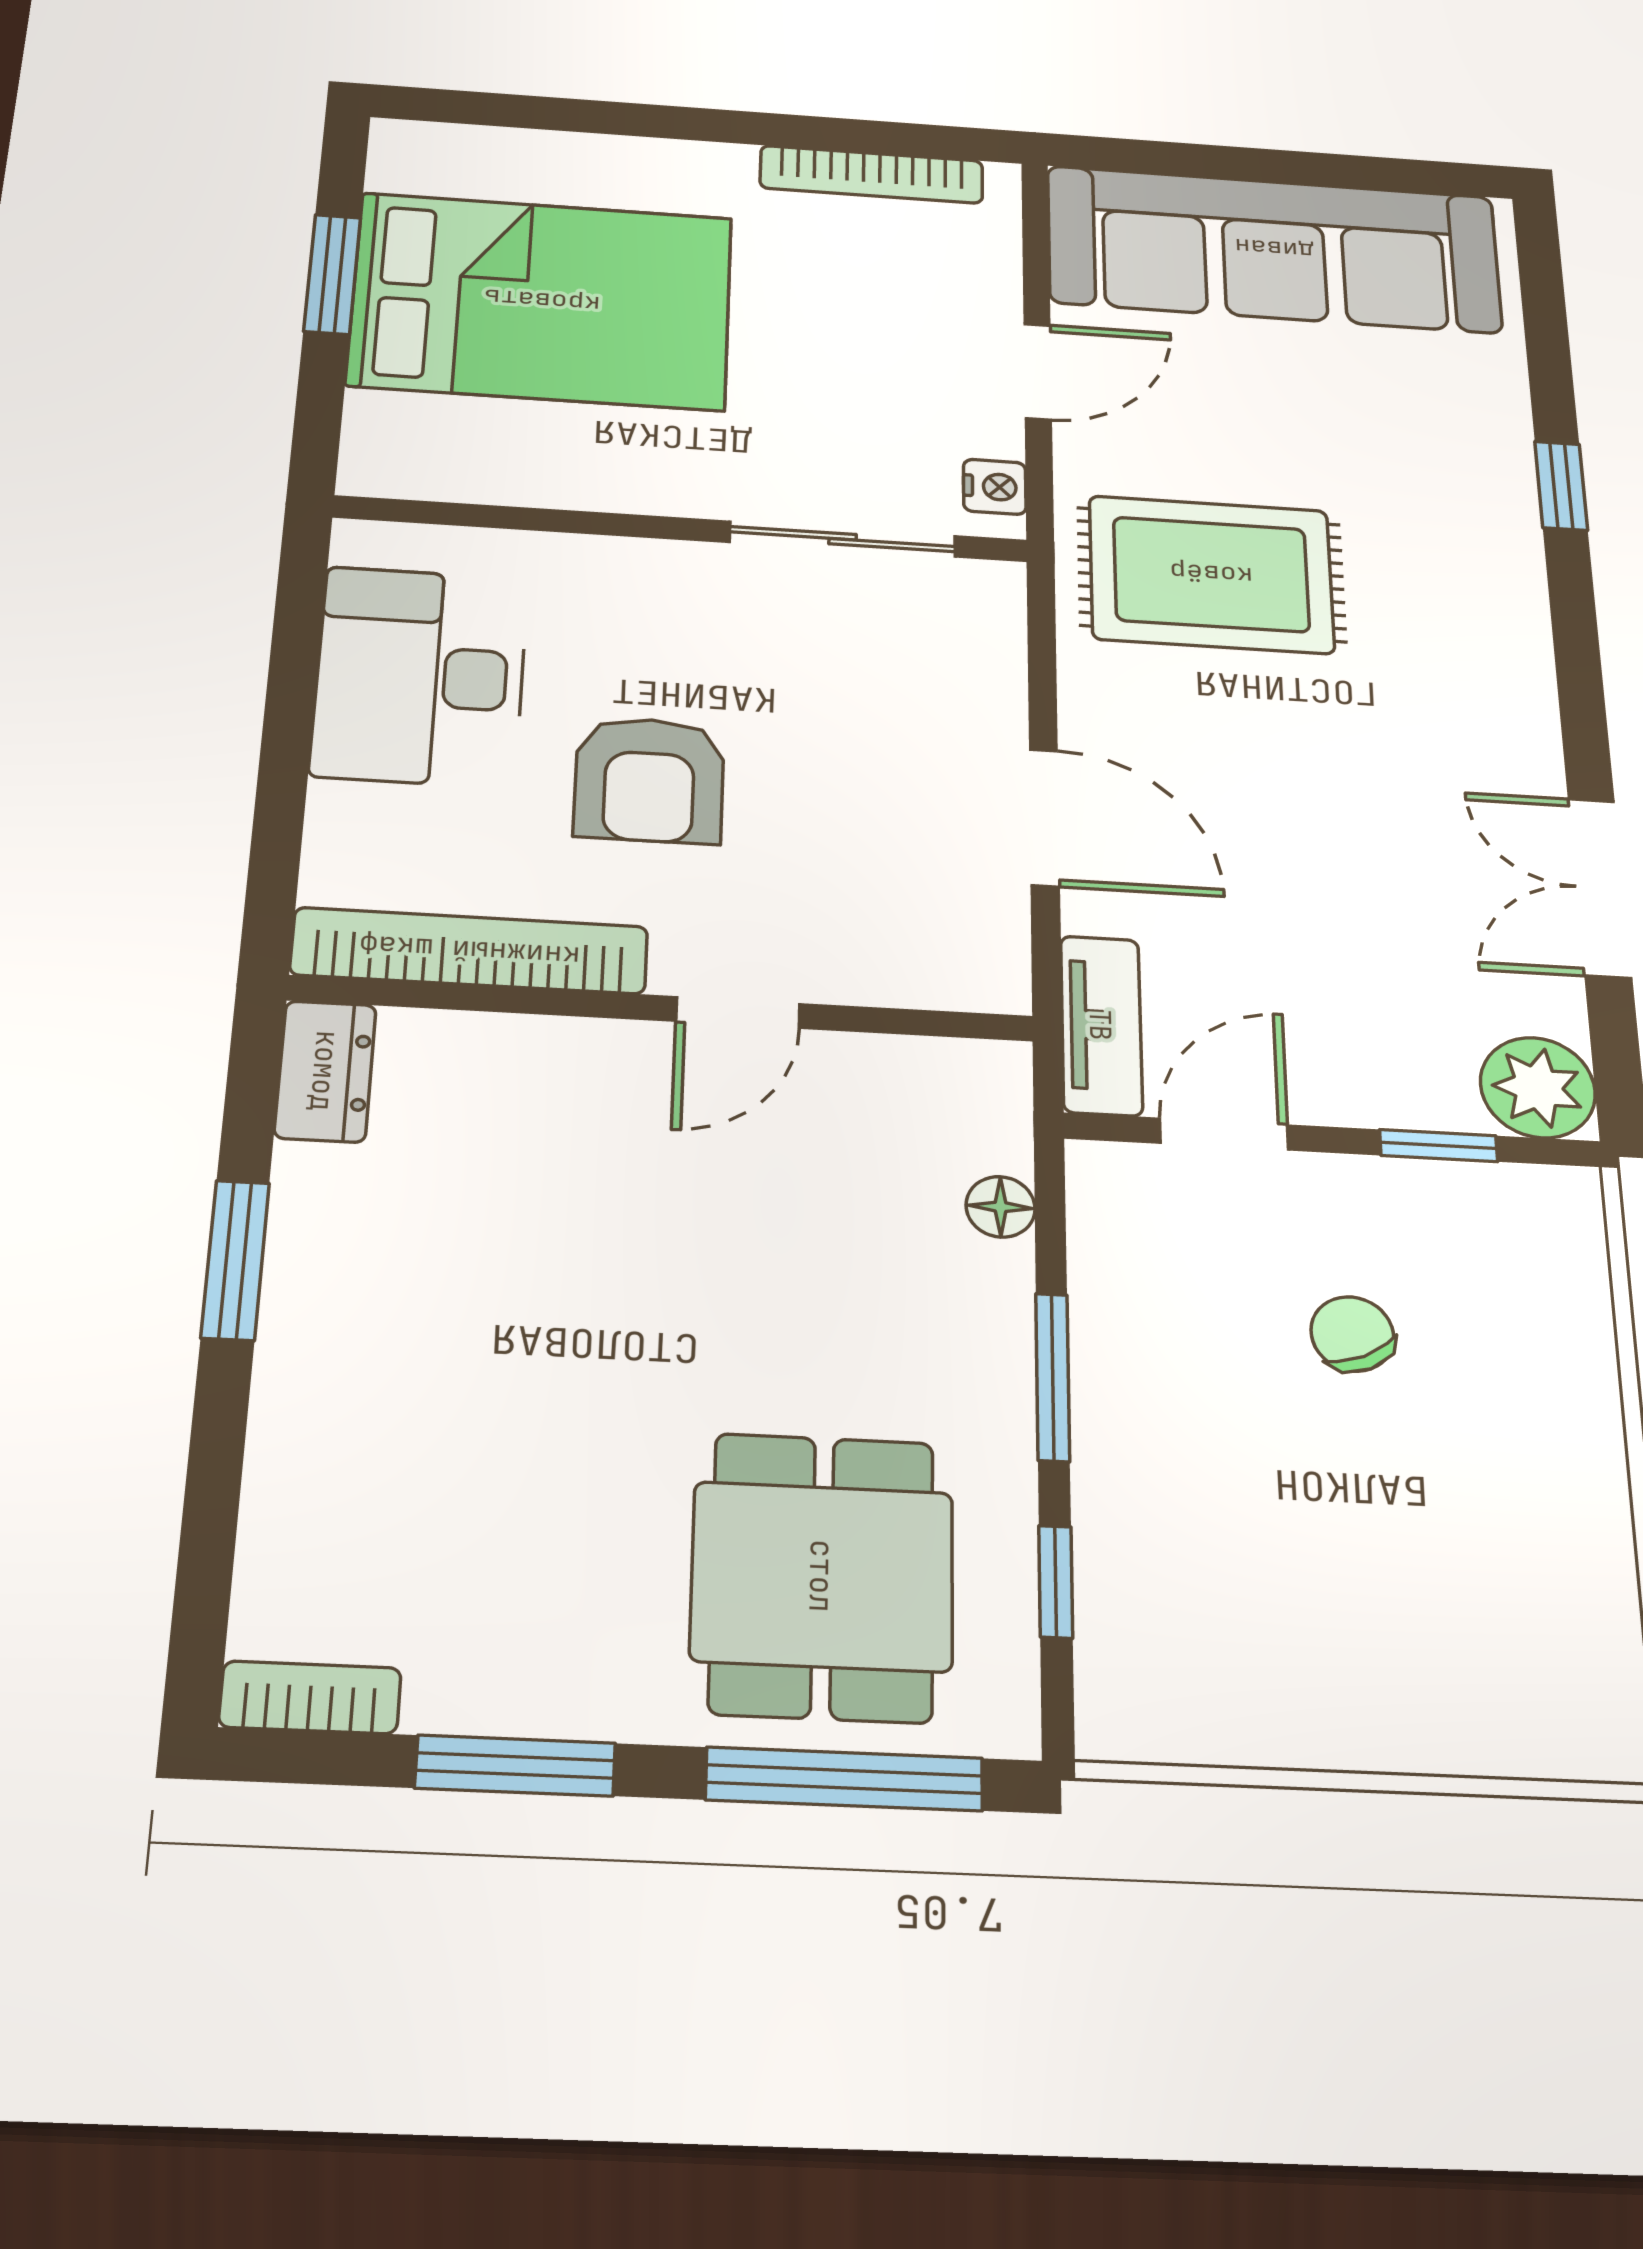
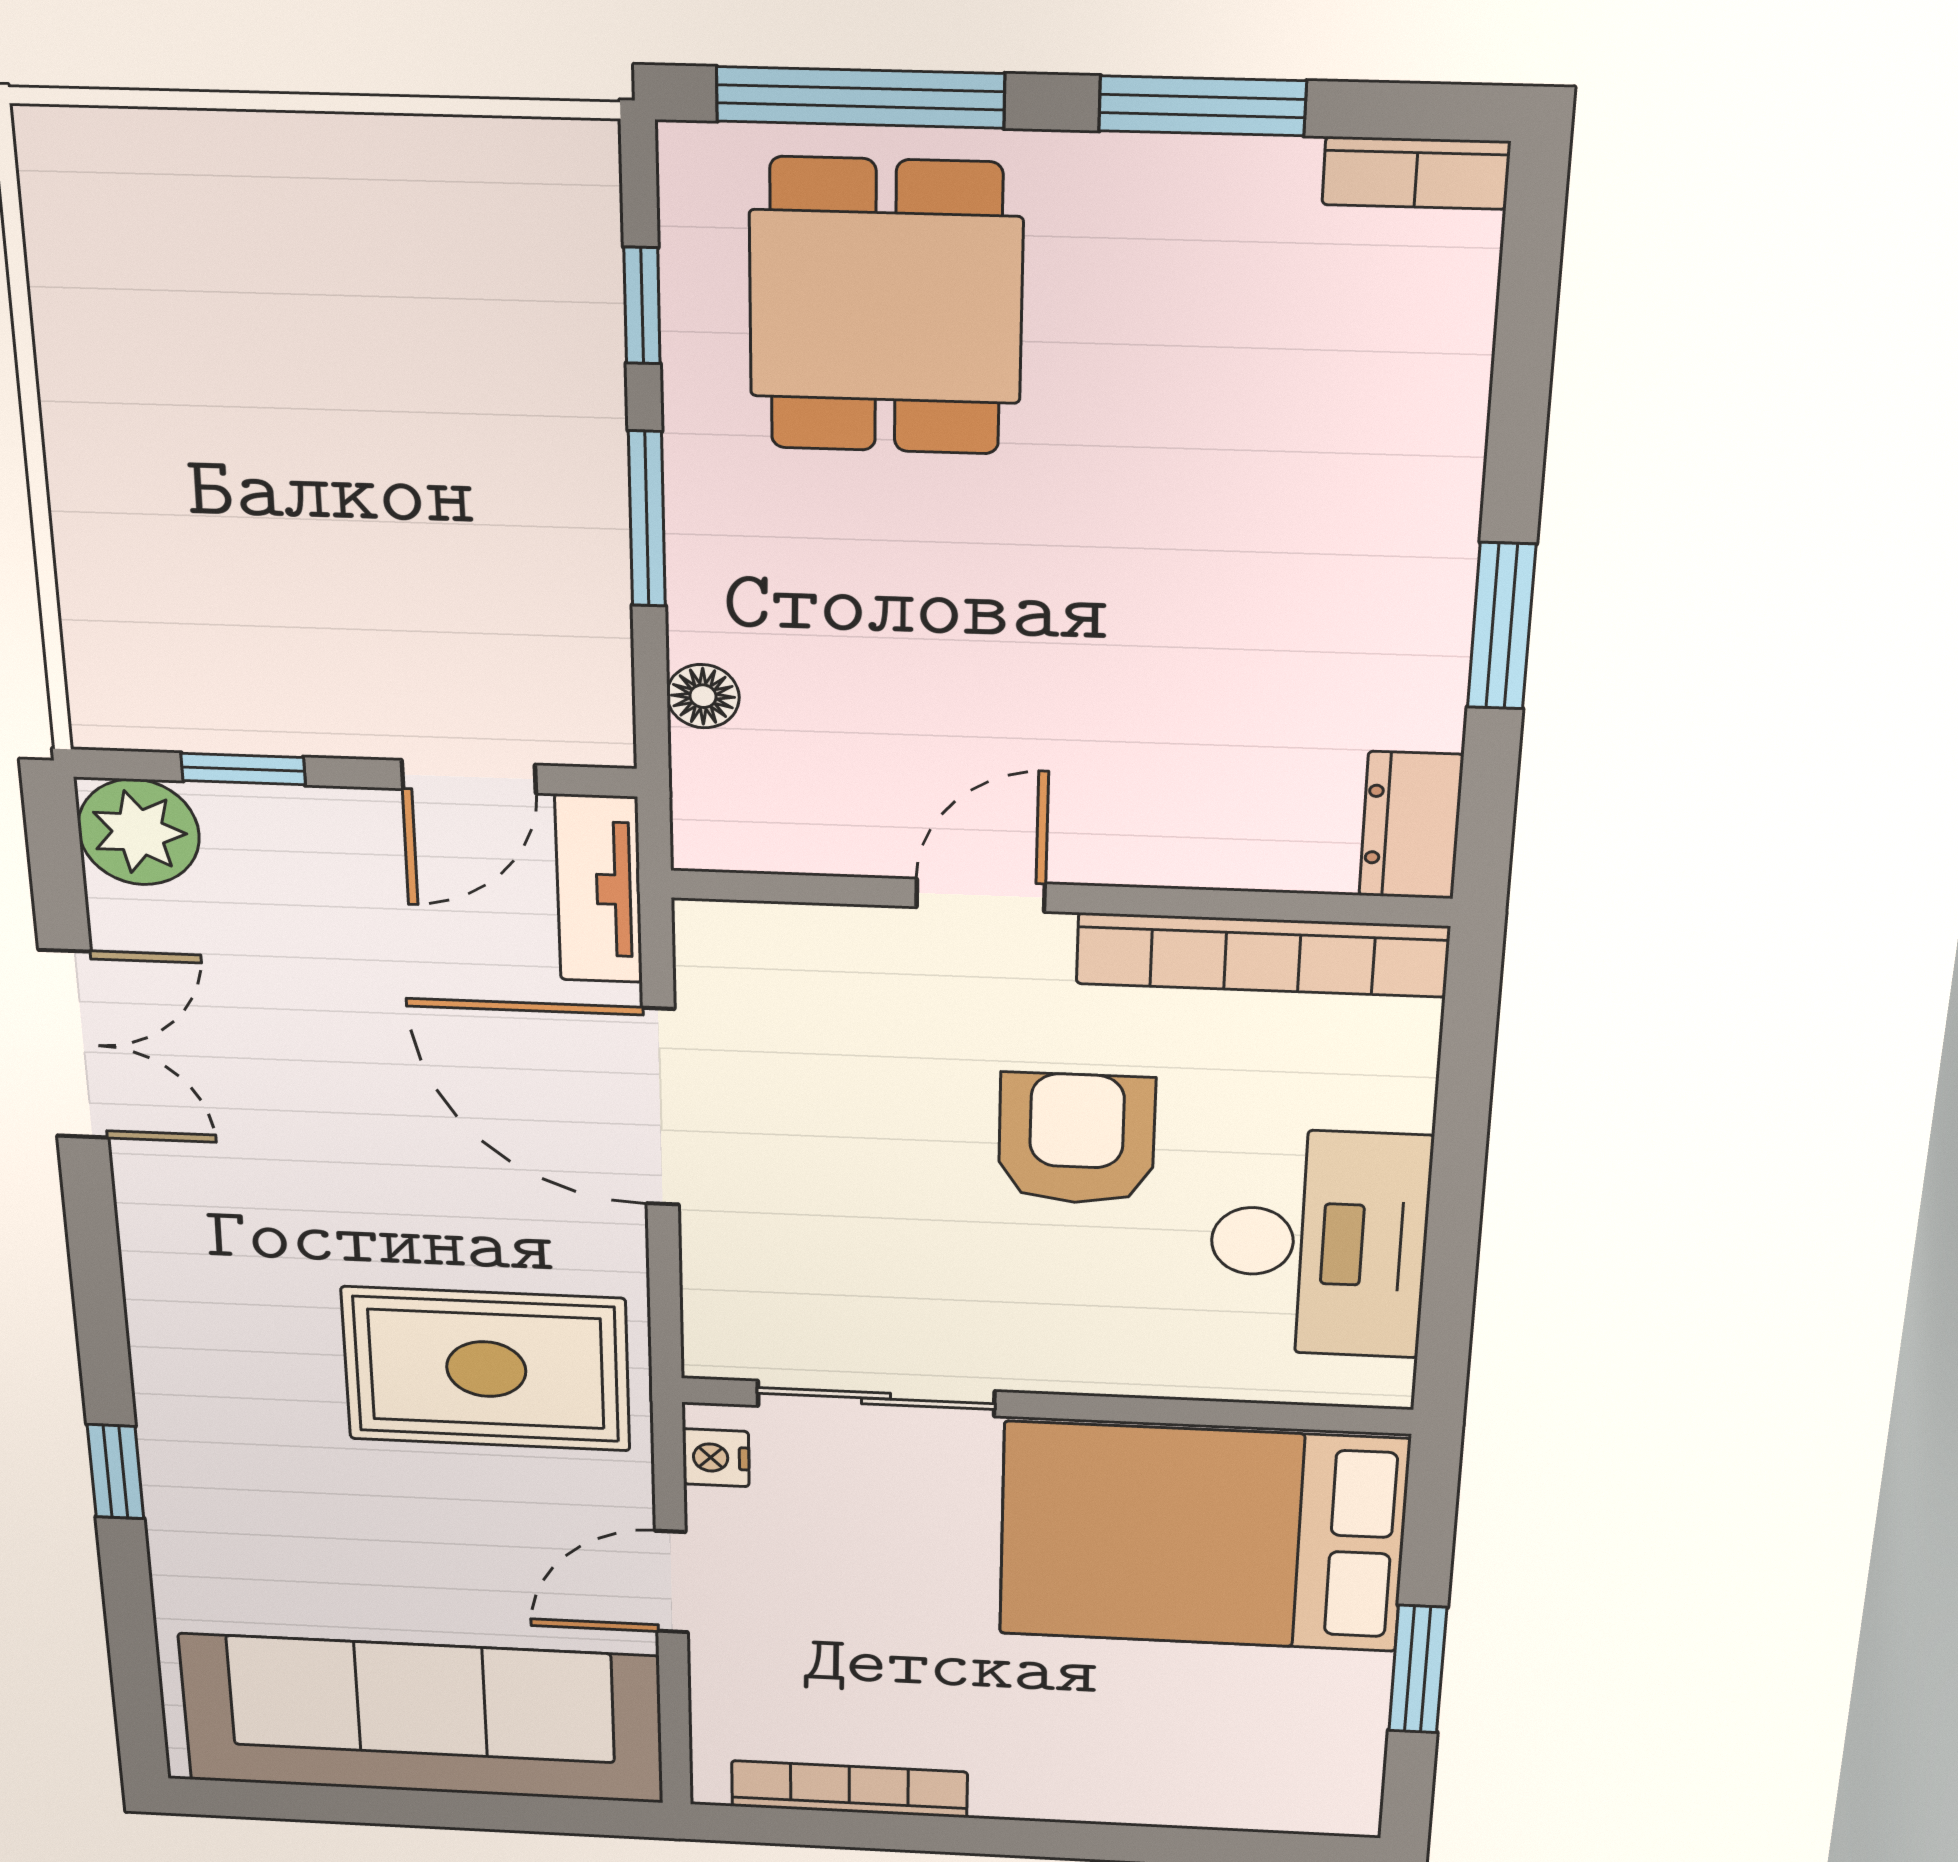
bed: (542, 301) -> (1202, 1537), moved
door: (1044, 817) -> (661, 1107), width x1.36
chair: (1352, 1334) -> (333, 570), removed

